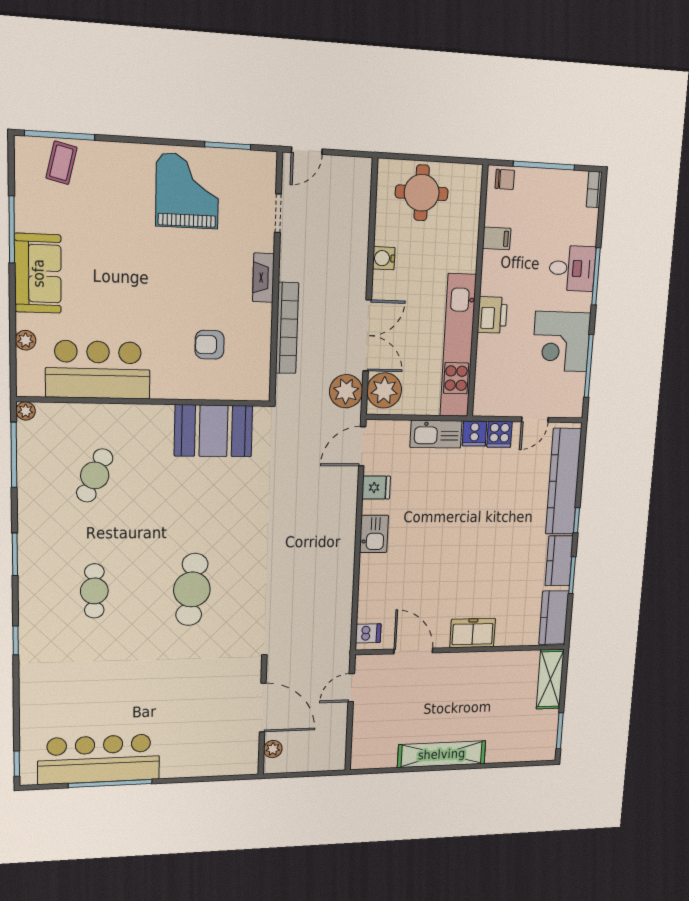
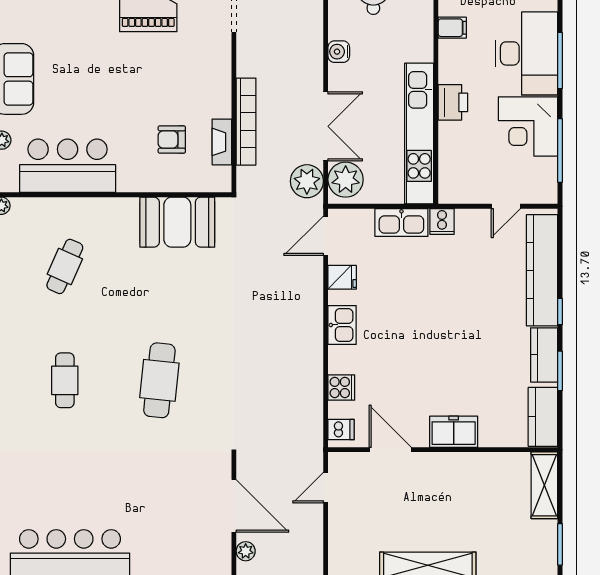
desk: (572, 268) -> (527, 53), width x1.87, depth x1.30
fireplace: (263, 278) -> (222, 142), moved
cooker: (499, 434) -> (341, 387), moved, turned -90

